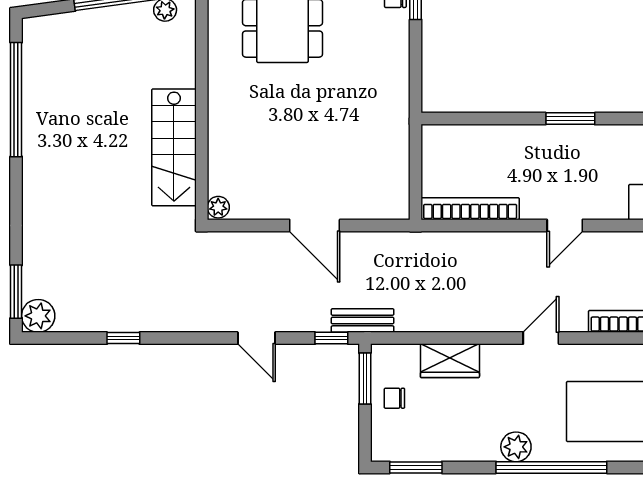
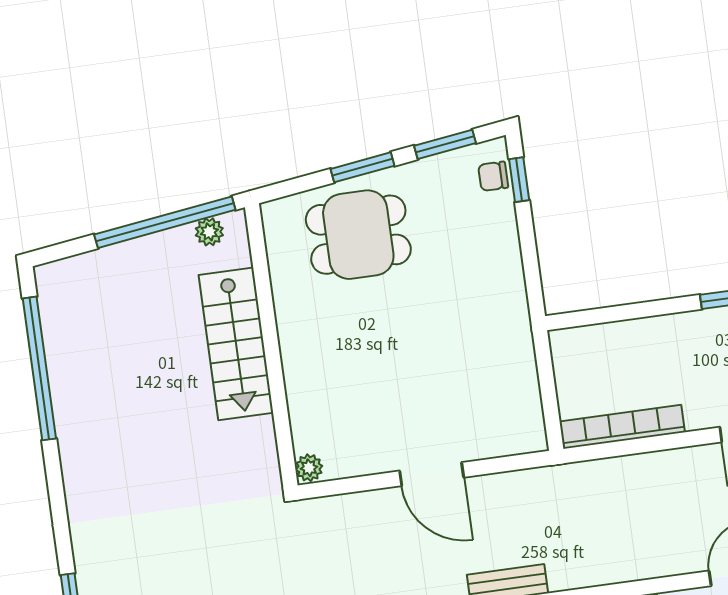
stairs: (174, 147) -> (236, 344), moved

